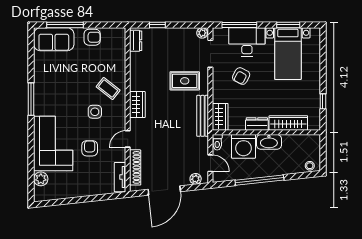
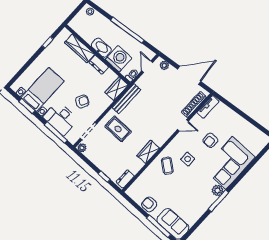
wardrobe: (137, 105) -> (148, 152), moved
plant: (41, 179) -> (217, 190), moved

